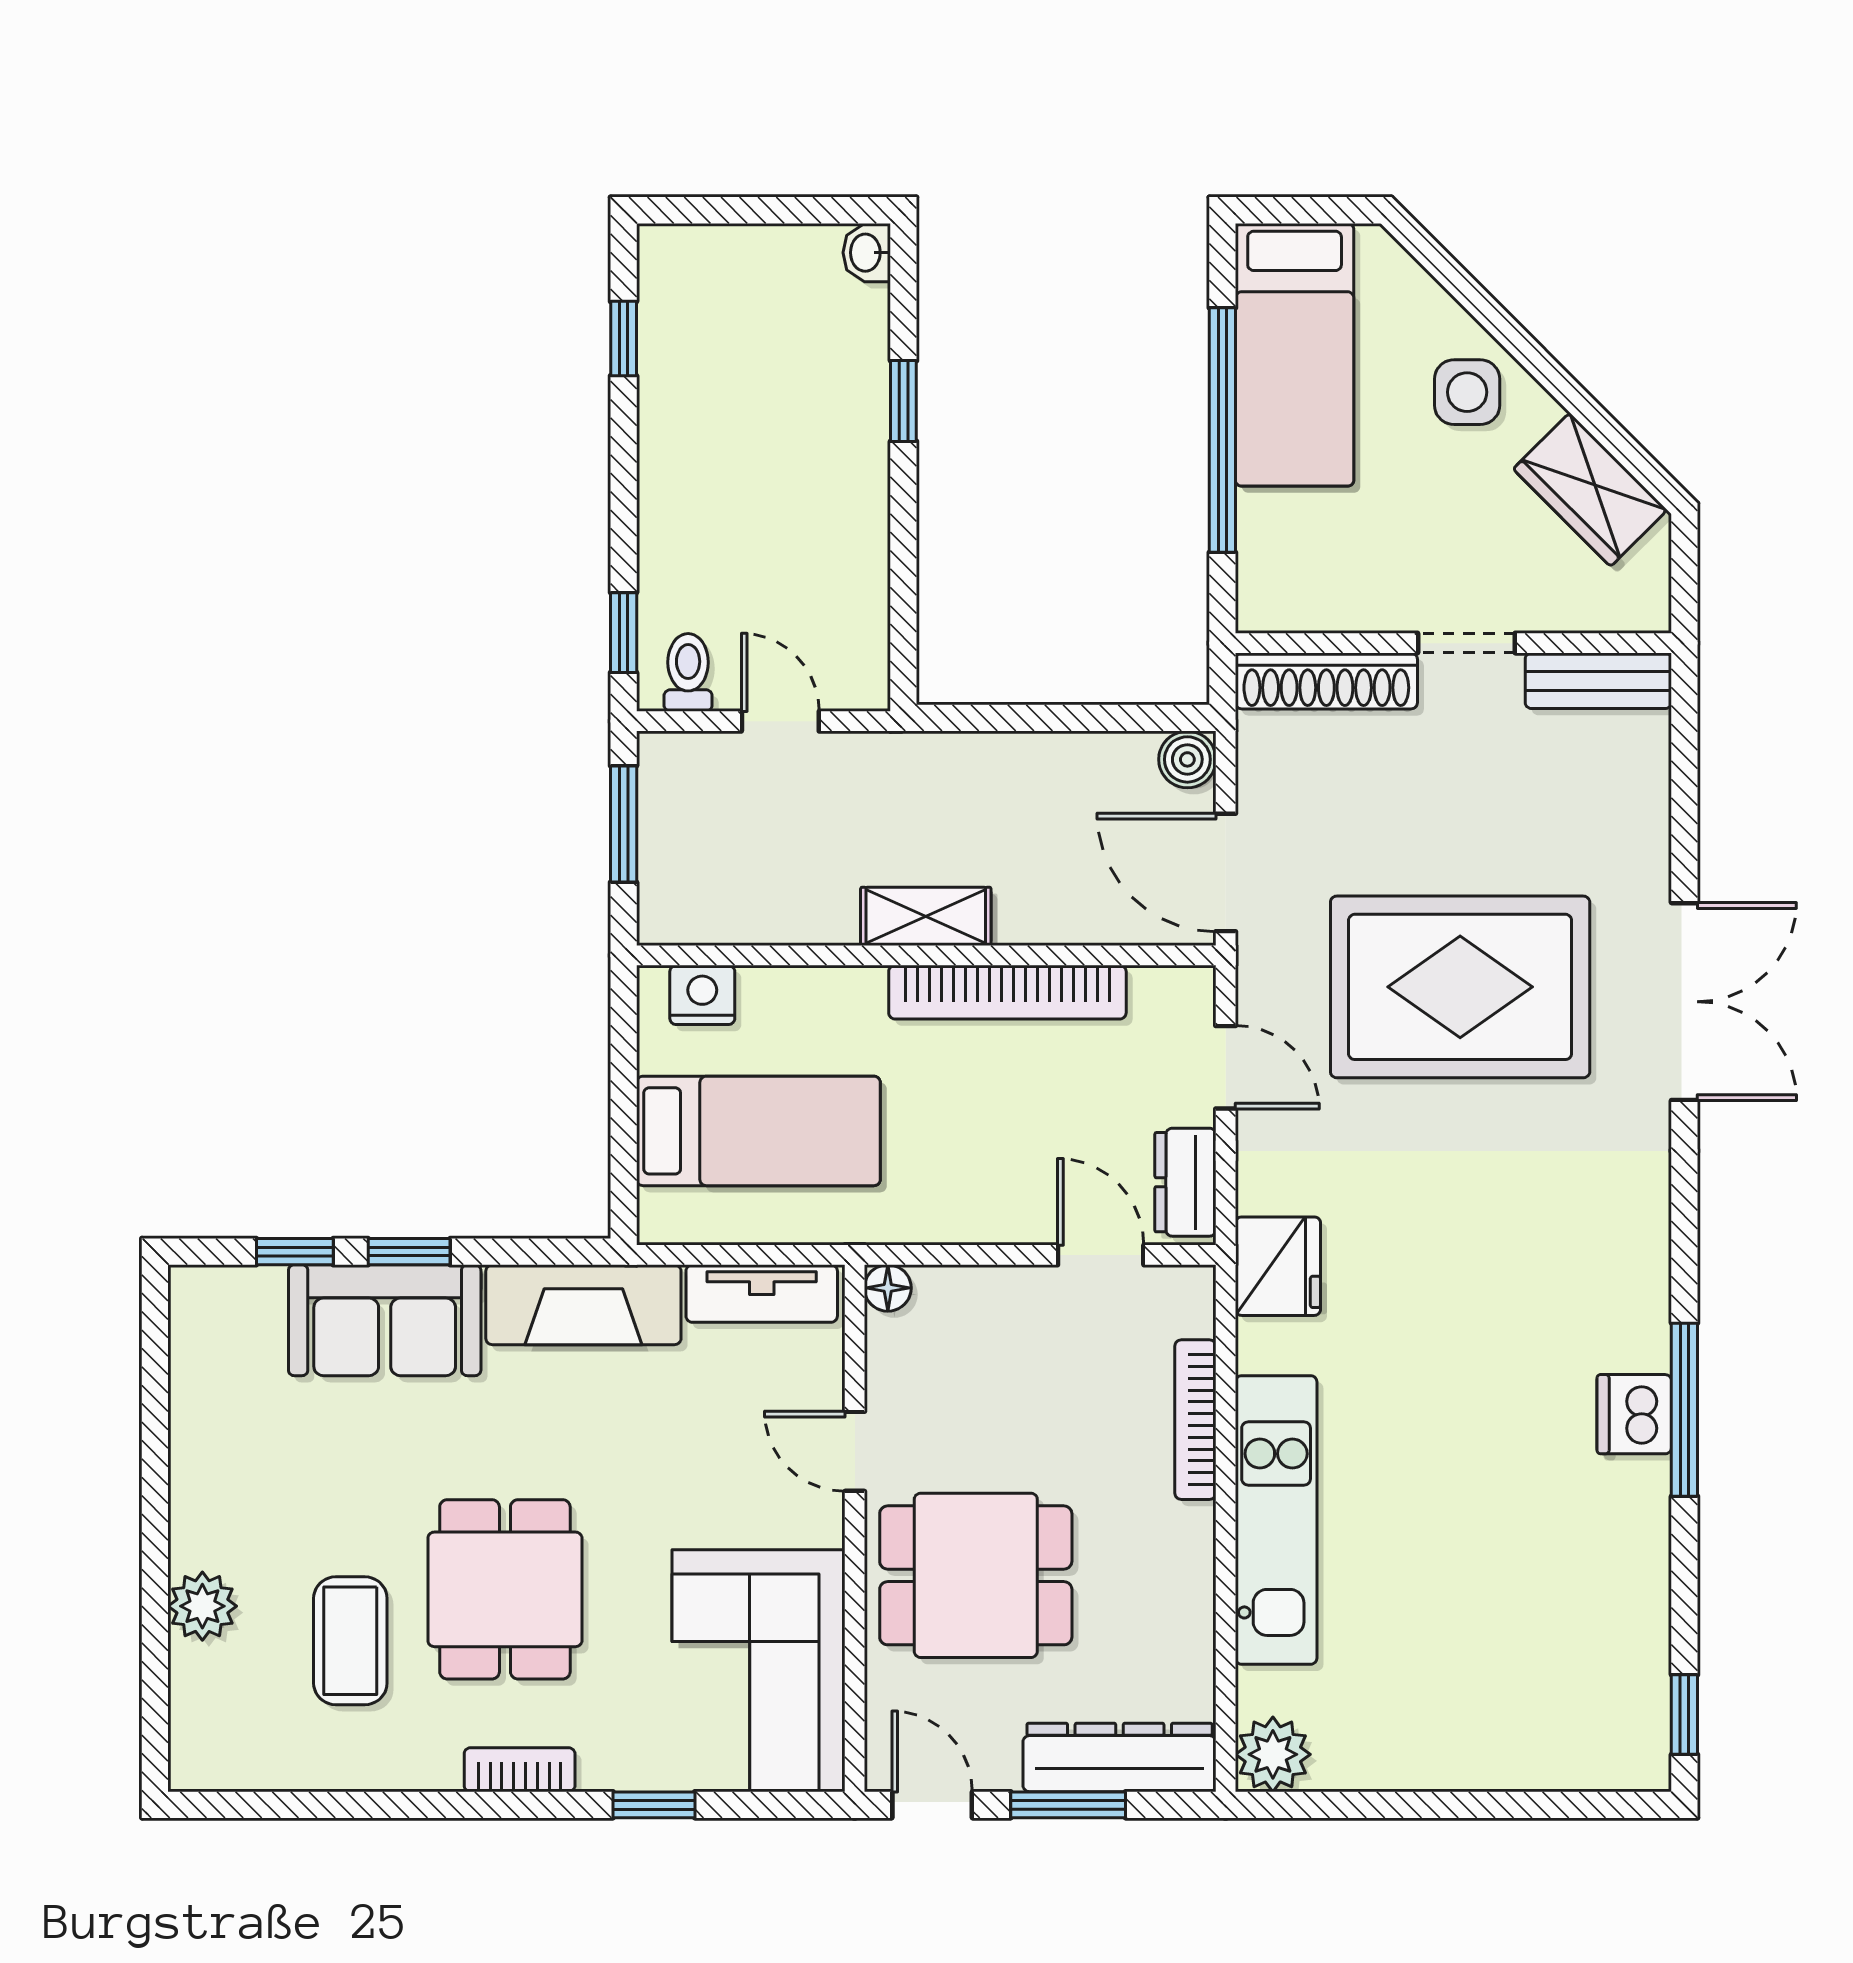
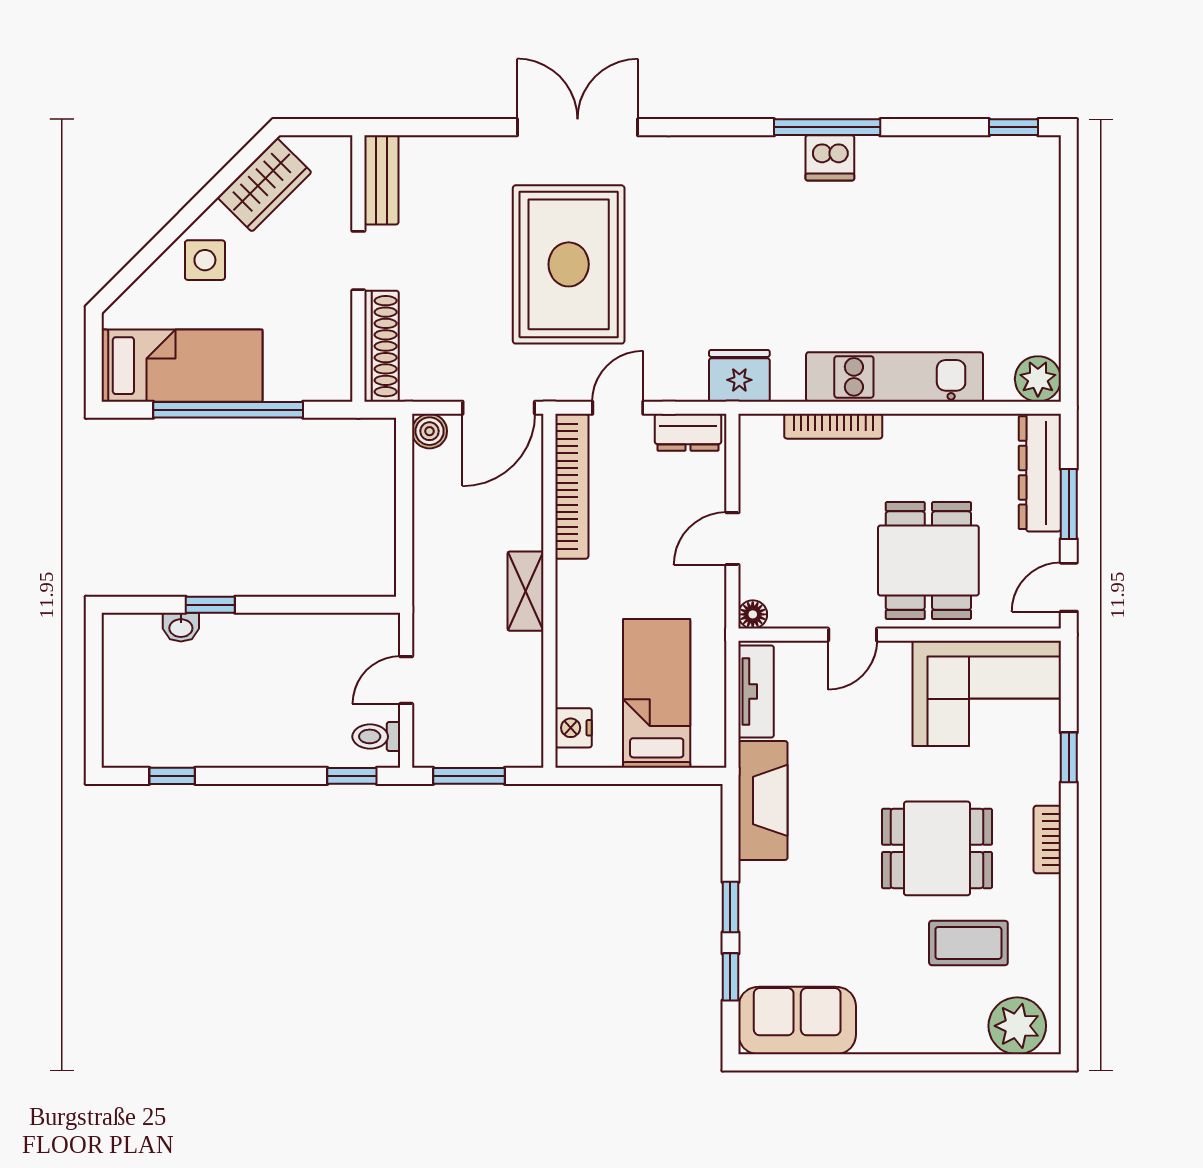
washbasin: (867, 253) -> (181, 627), moved
bookcase: (1007, 992) -> (572, 486), moved
door: (1101, 1255) -> (732, 539), moved
sofa: (385, 1320) -> (797, 1020), moved, turned -90
plant: (202, 1606) -> (1017, 1026), moved, width x1.36, depth x1.36

